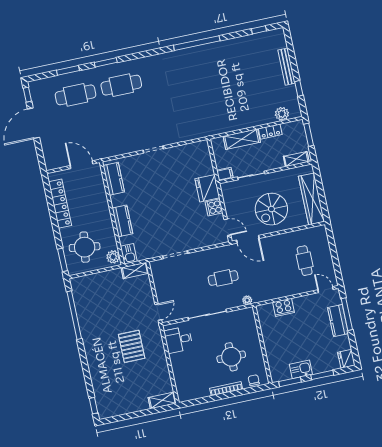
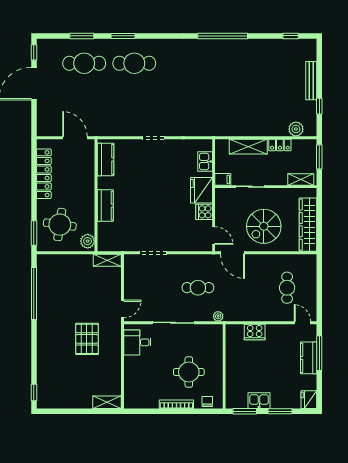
kitchen sink: (129, 254) -> (205, 161), moved, turned 180

